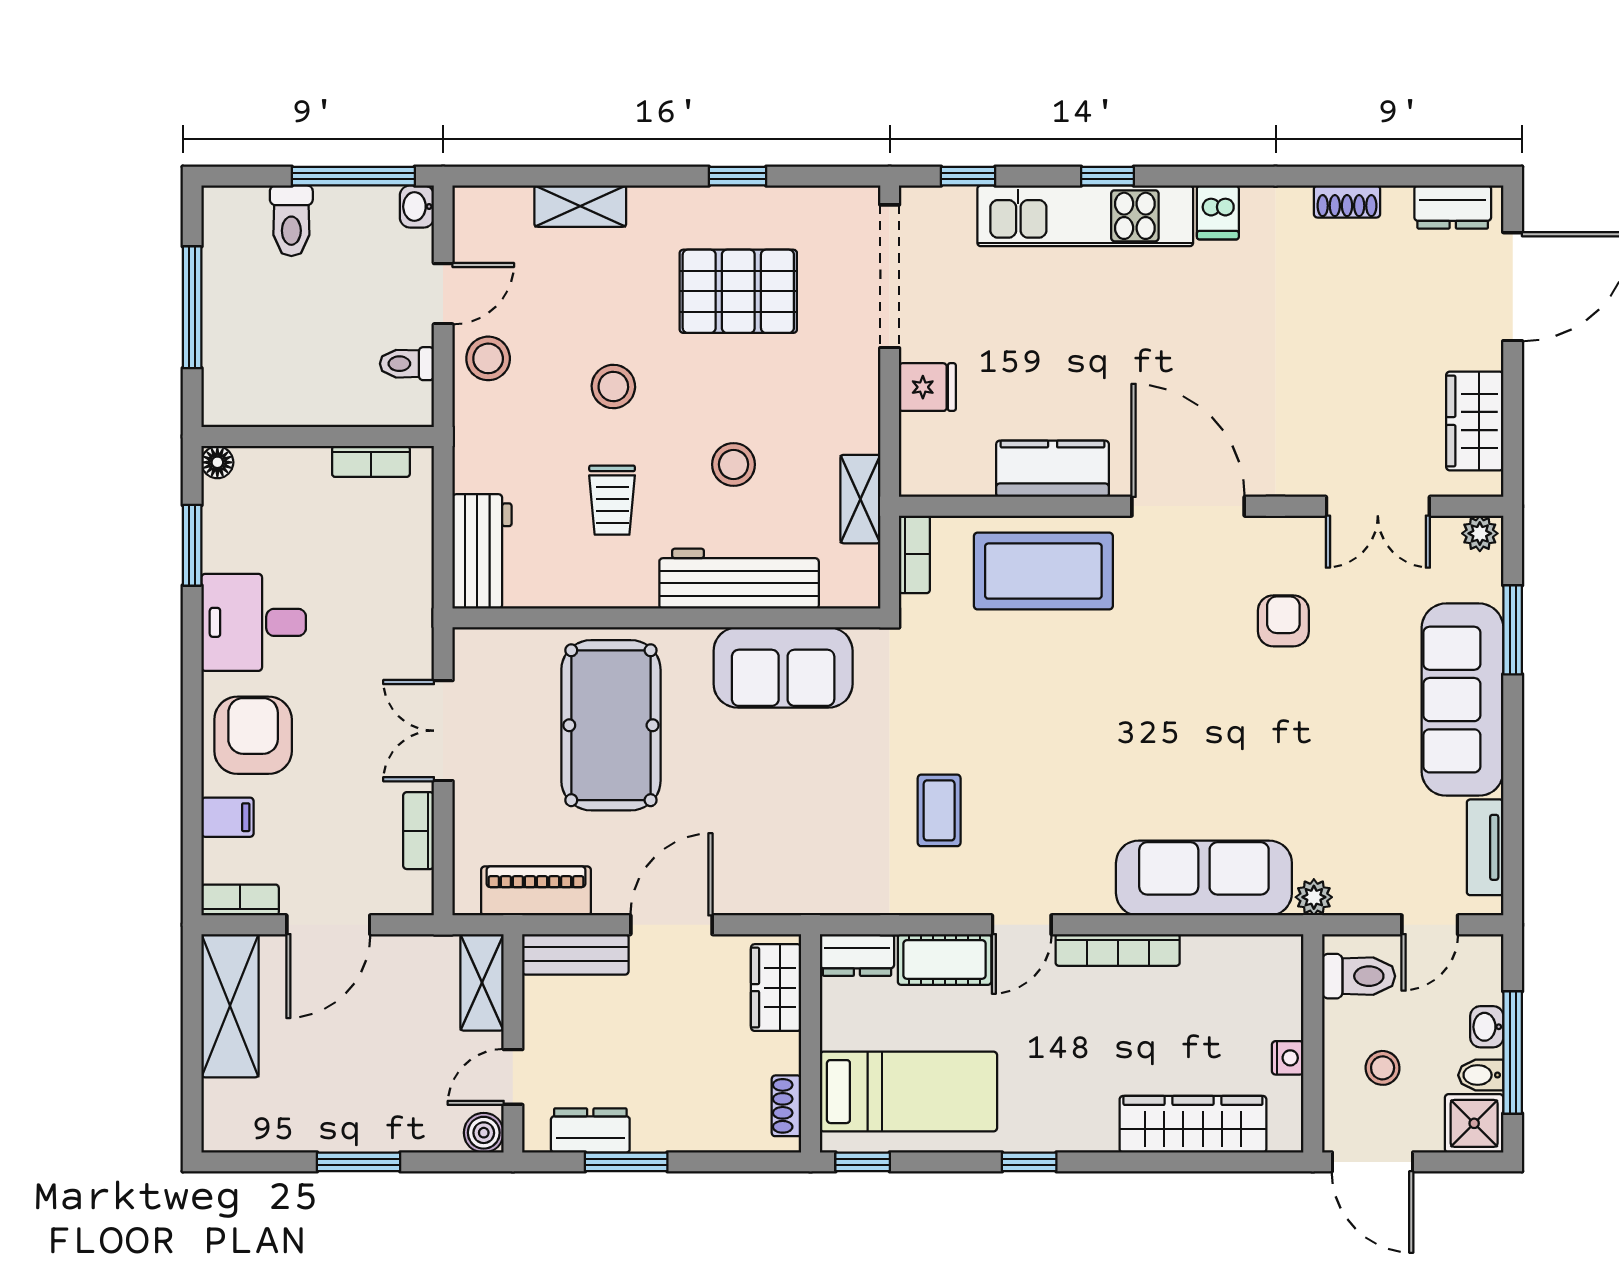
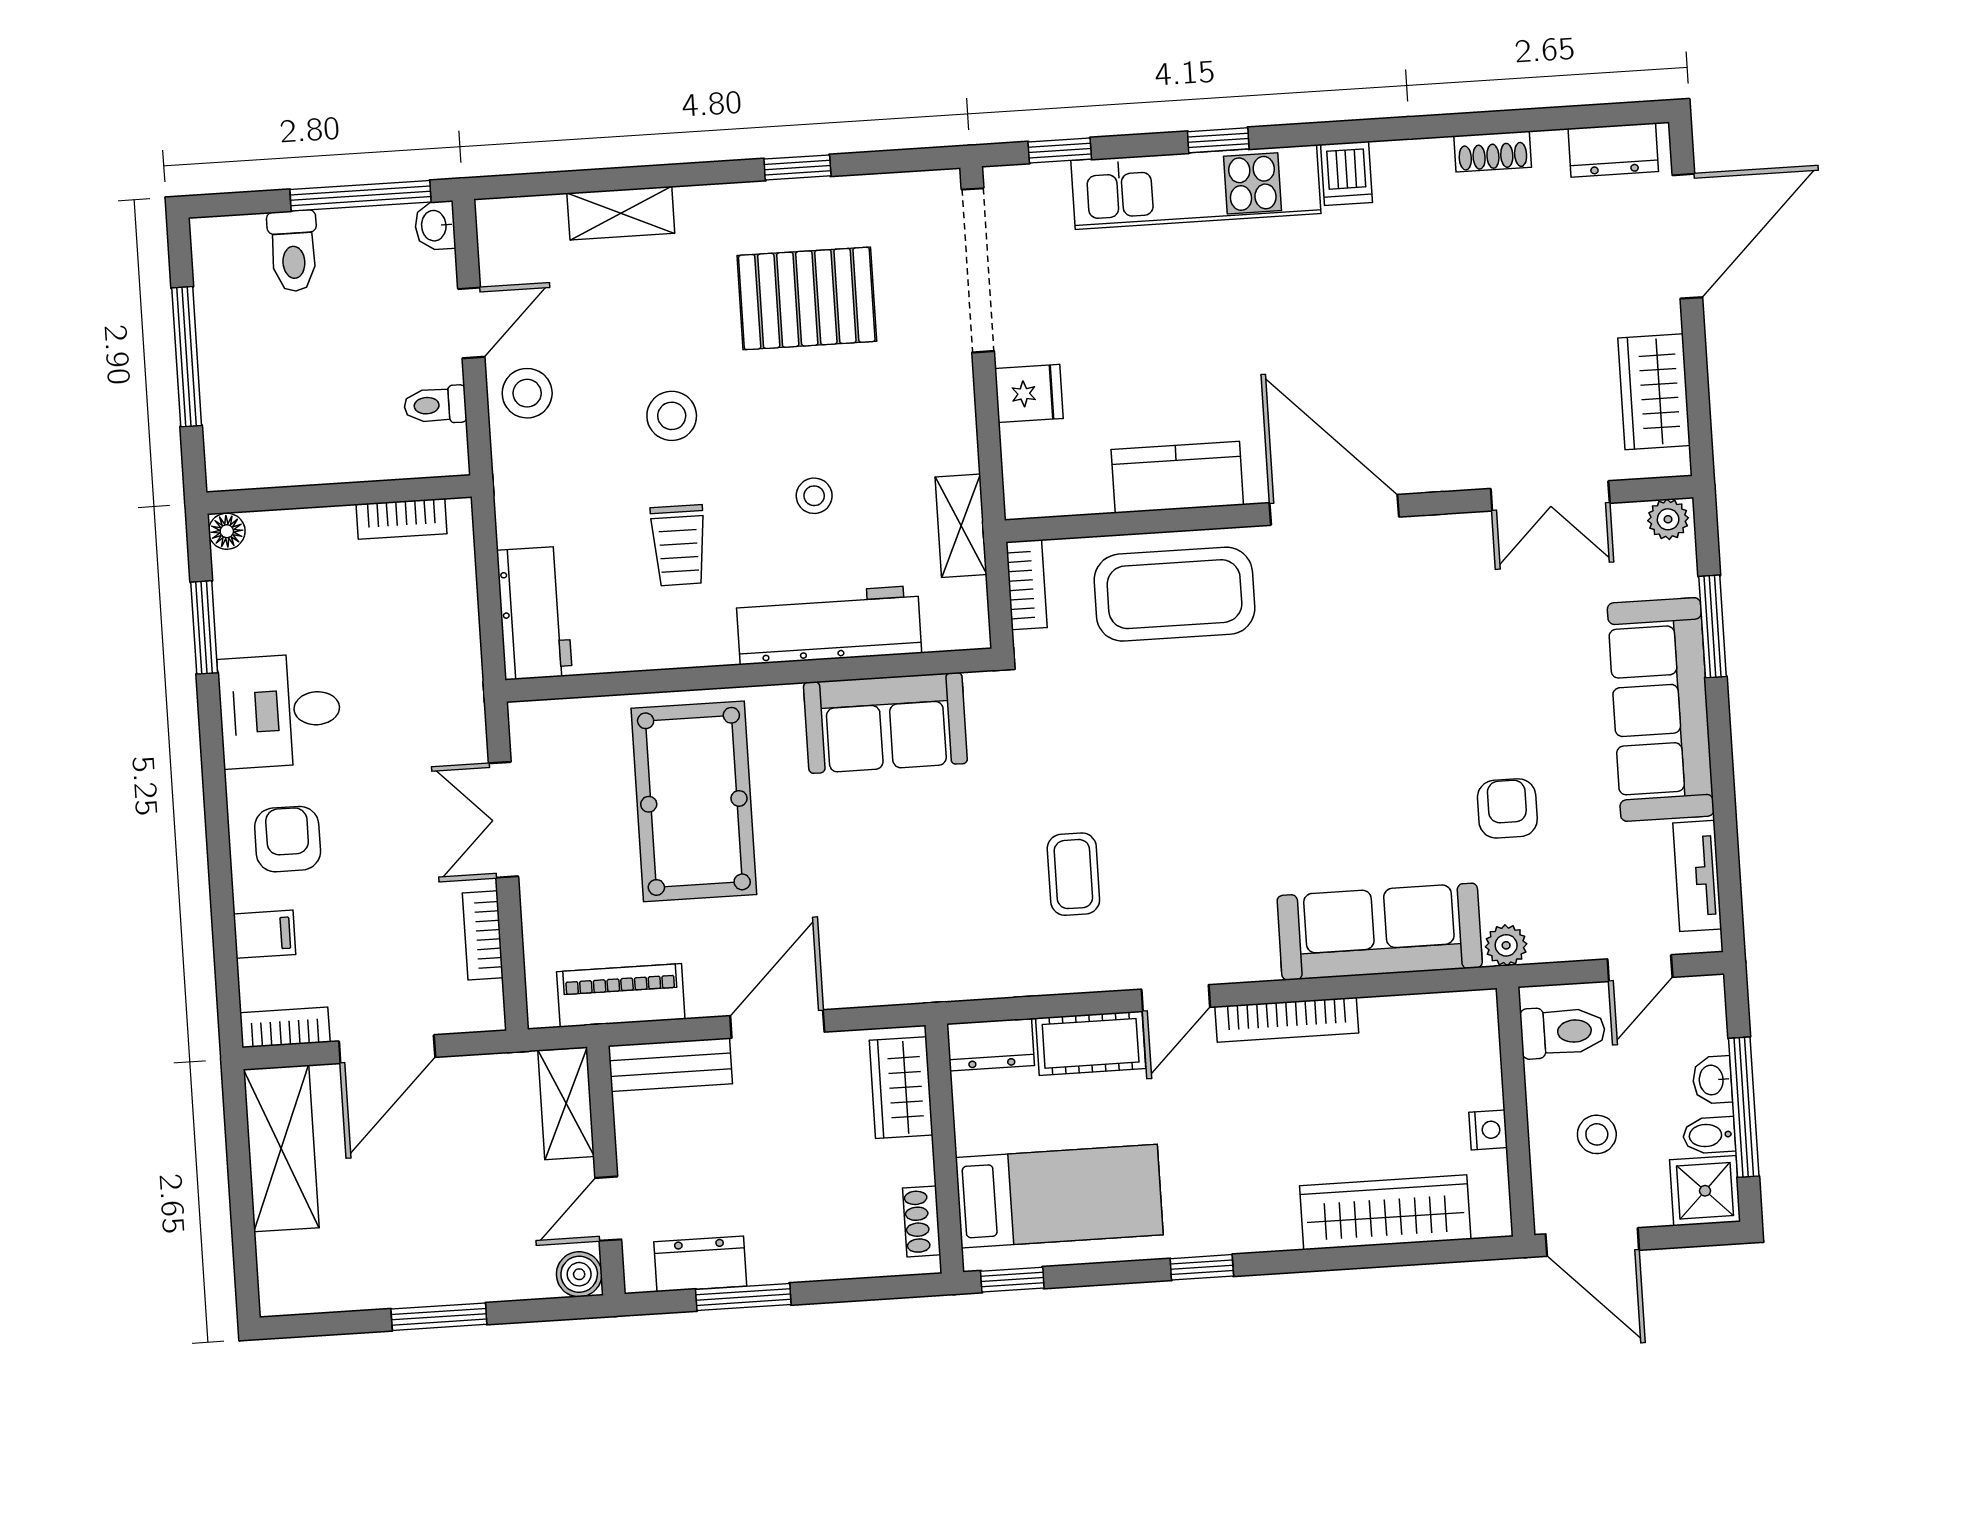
stool: (734, 464) -> (814, 496), width x0.73, depth x0.73
armchair: (1283, 621) -> (1507, 808), moved
armchair: (253, 735) -> (288, 839), width x0.72, depth x0.72

